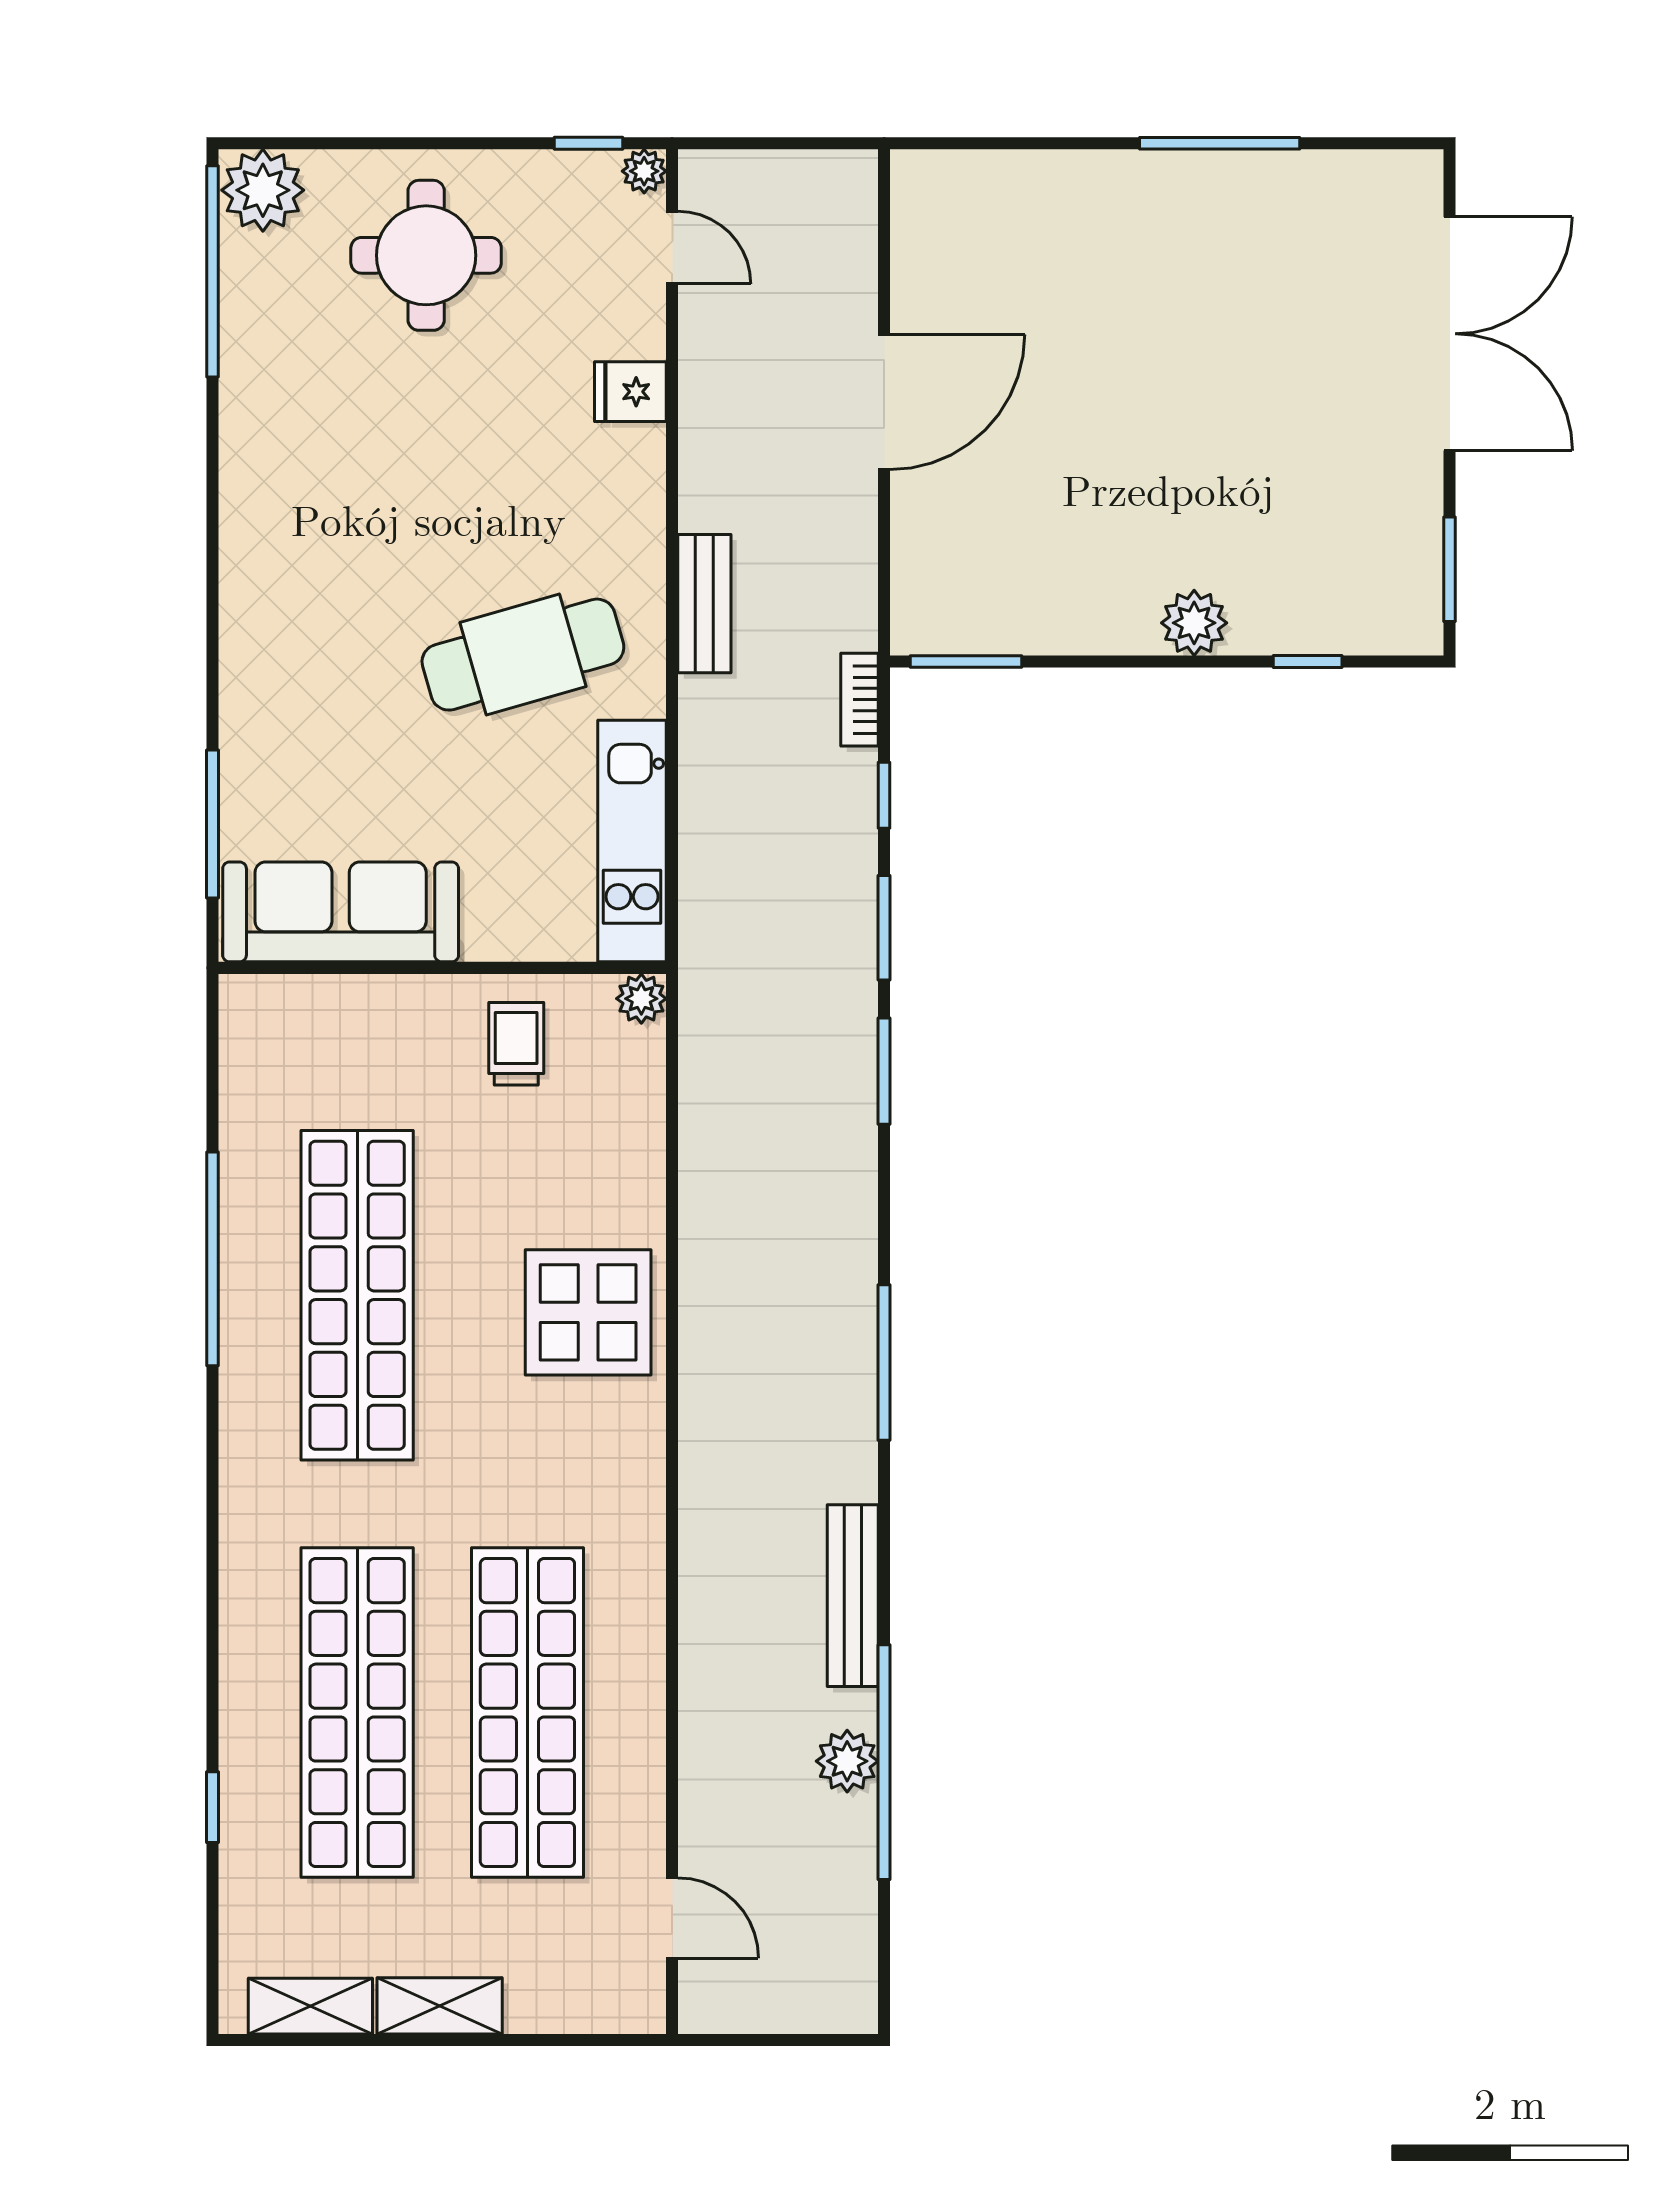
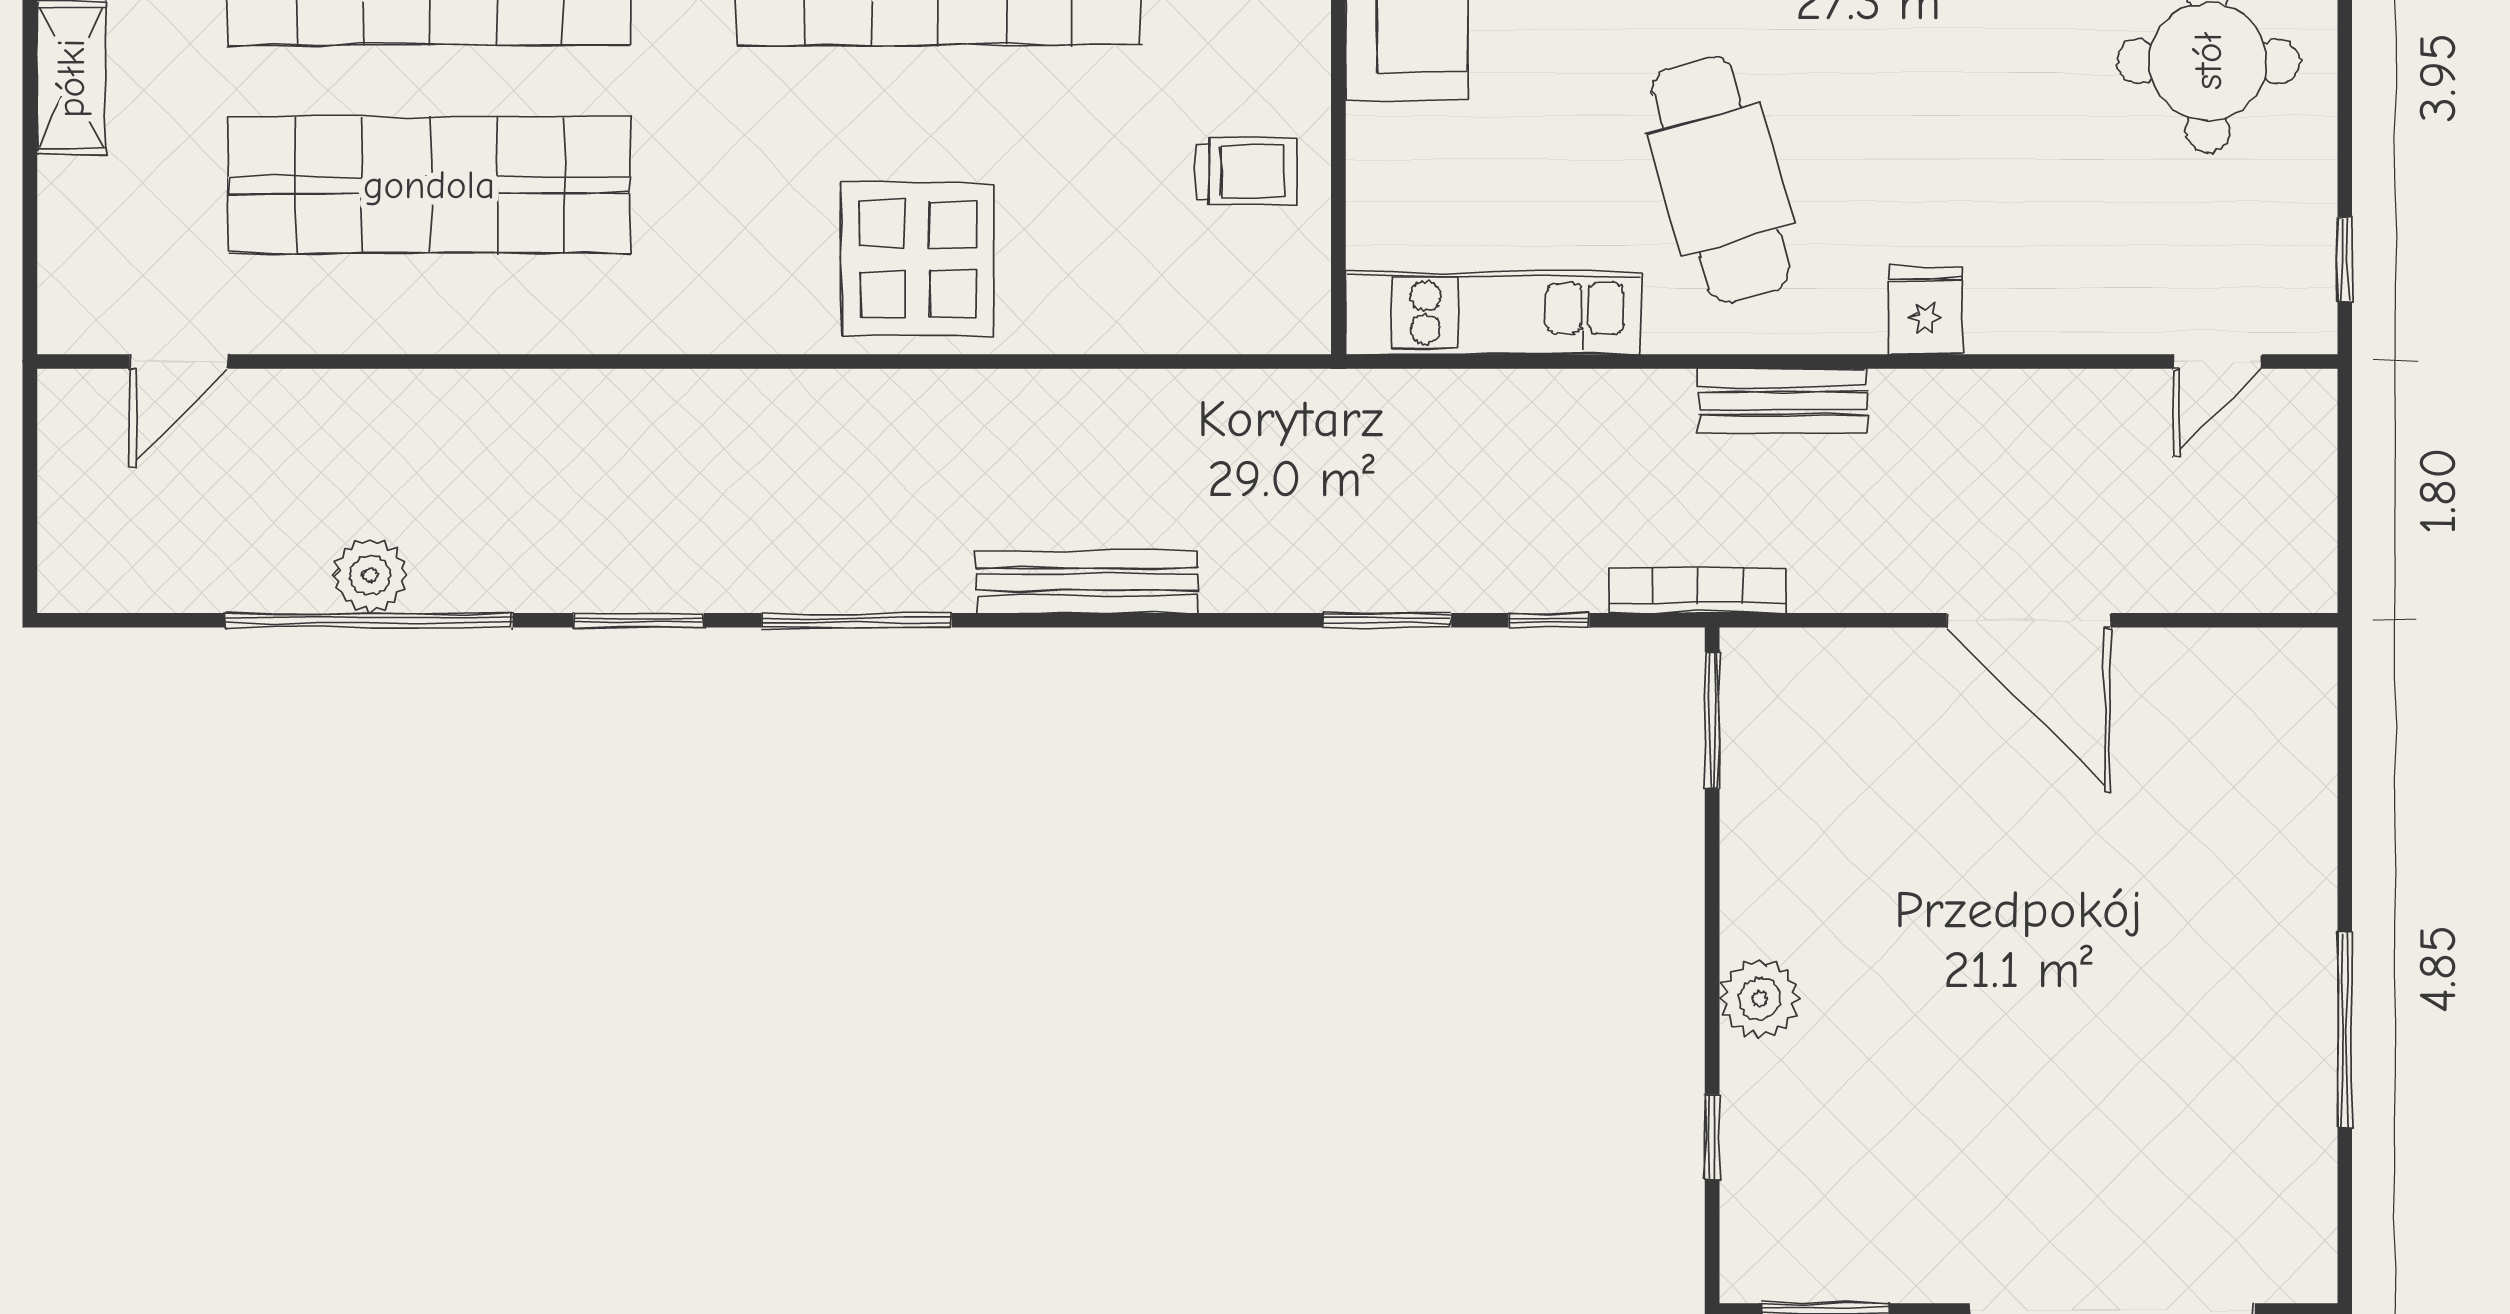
plant: (644, 171) -> (2311, 327), removed
fridge: (630, 392) -> (1926, 311), moved
bookcase: (860, 700) -> (1698, 590), width x1.56
plant: (641, 999) -> (1301, 324), removed
window: (884, 1071) -> (638, 620), moved
bench: (853, 1596) -> (1087, 582), moved

